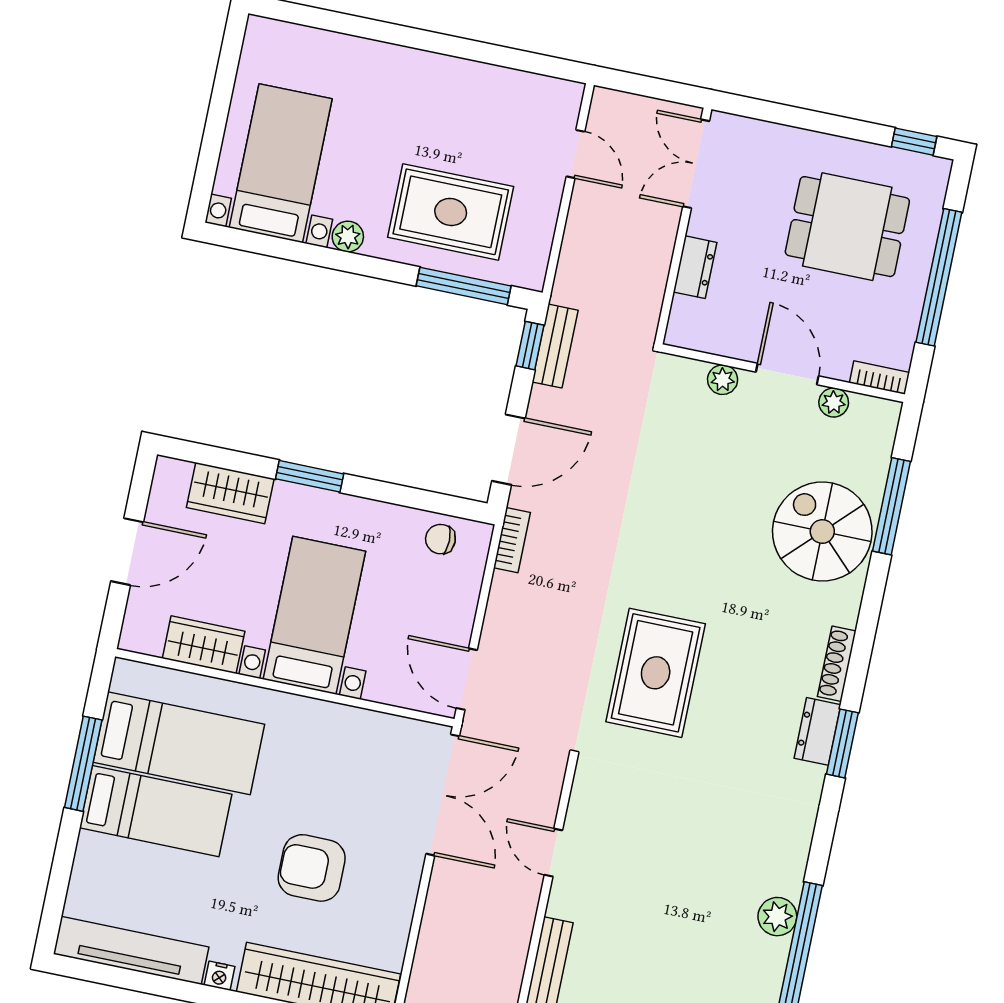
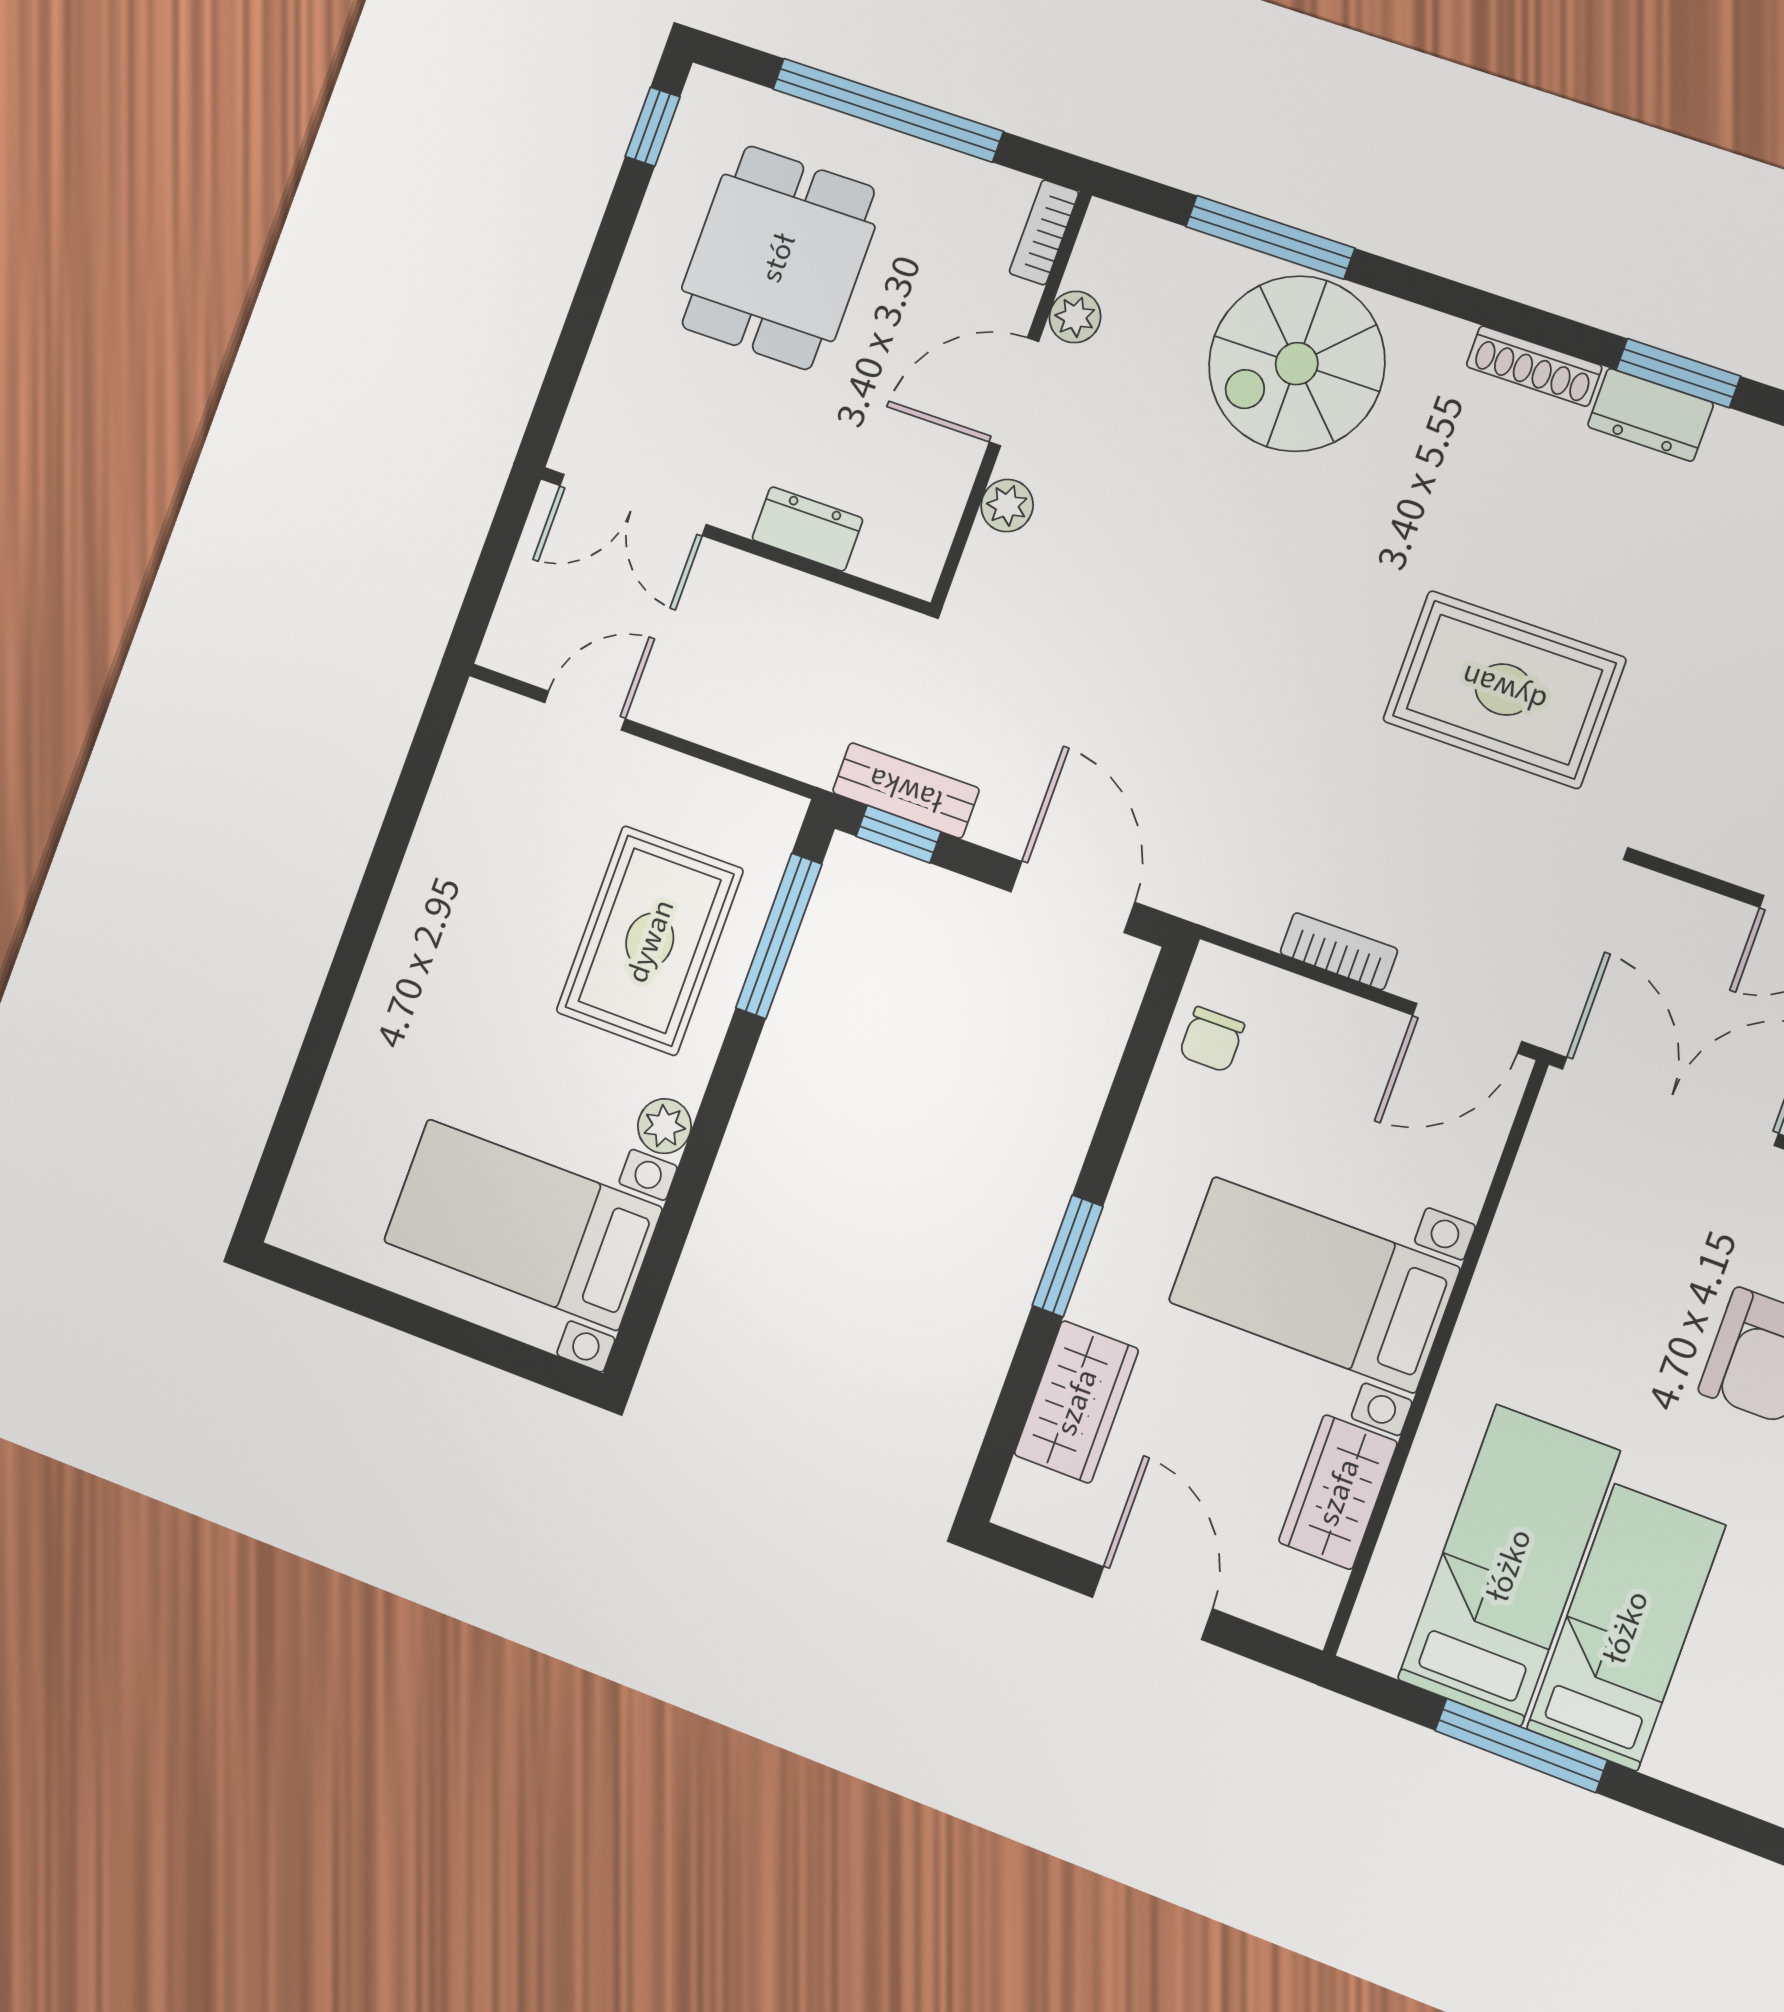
bookcase: (512, 540) -> (1339, 951), moved

